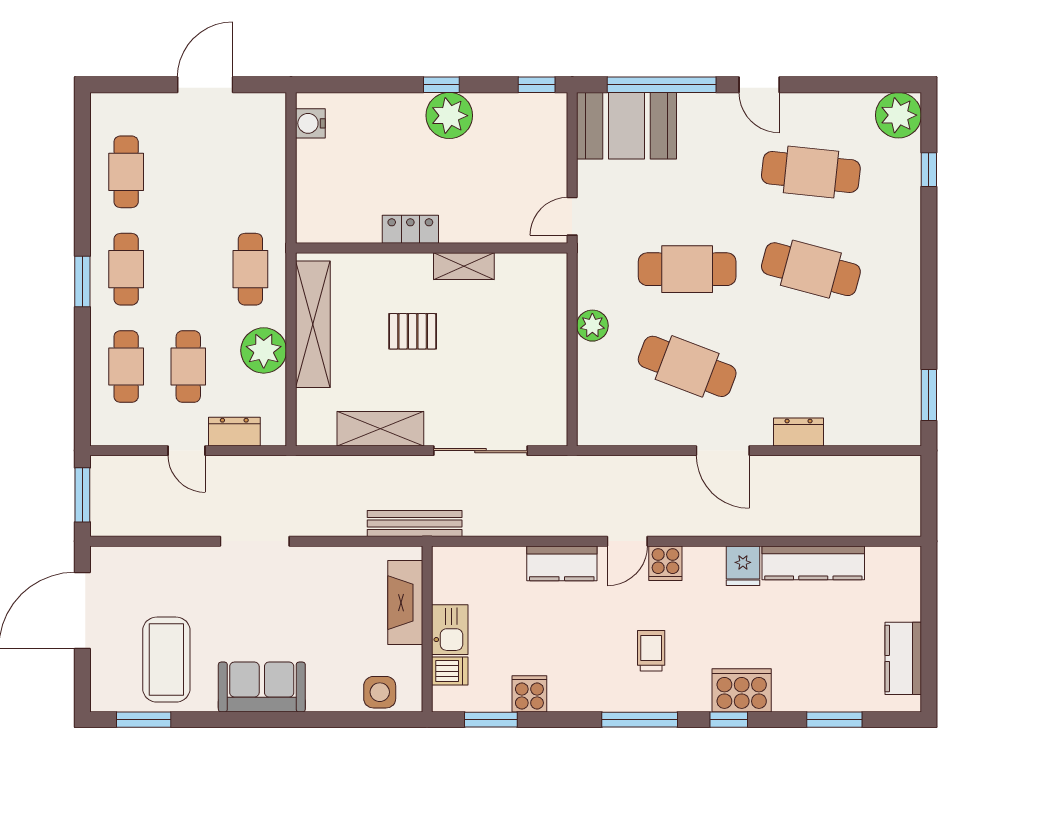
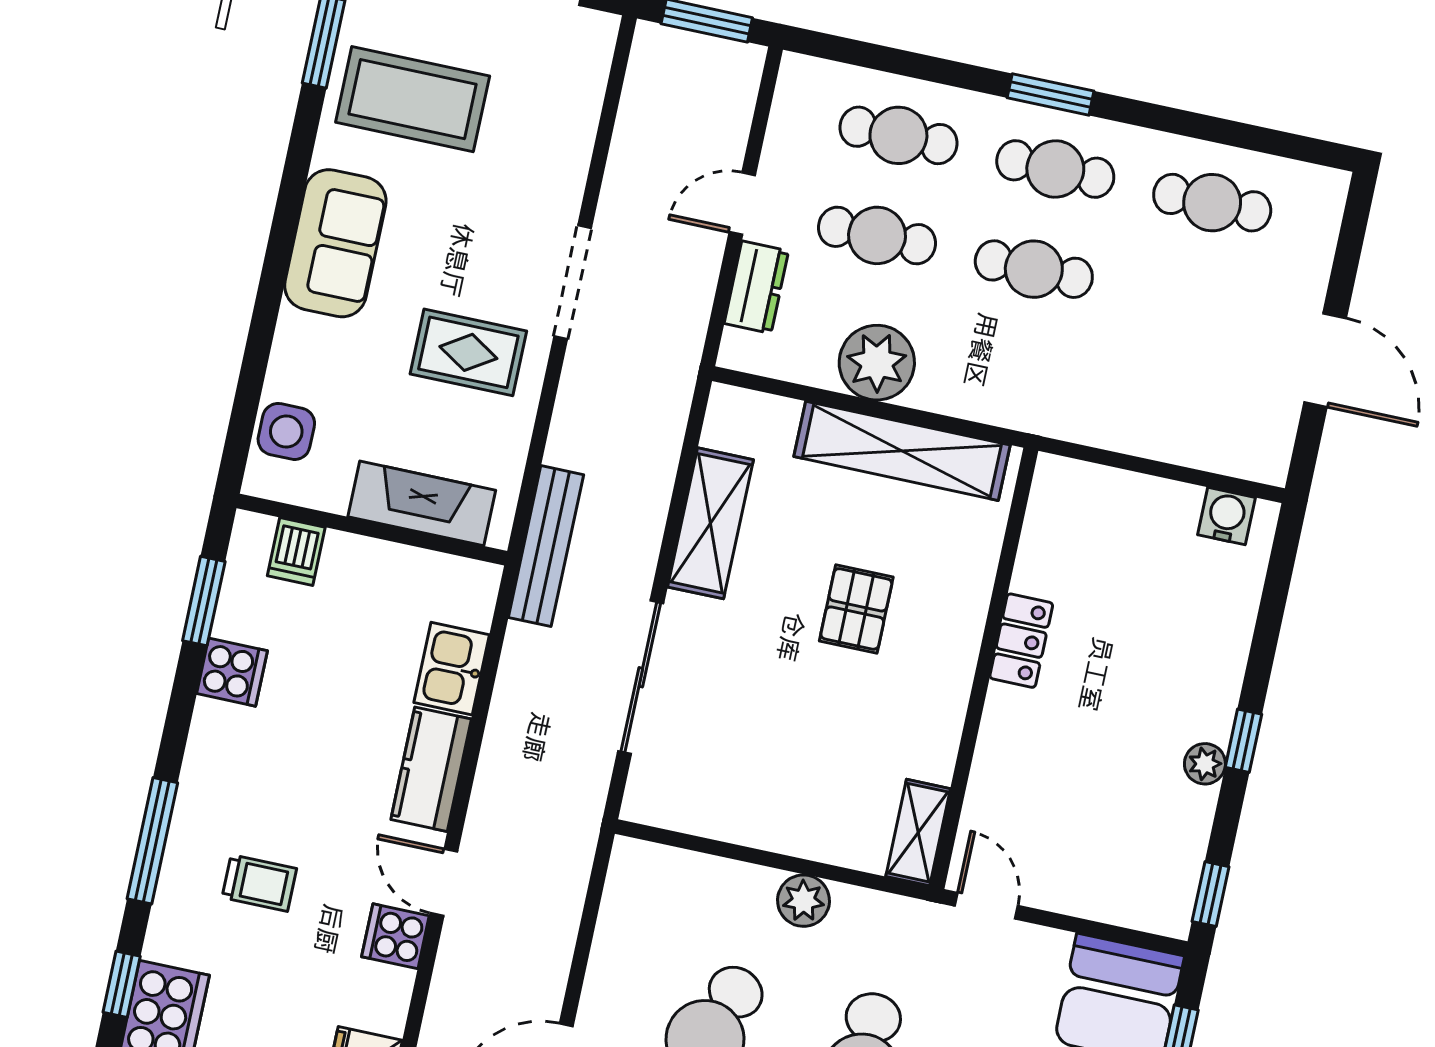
plant: (449, 116) -> (1205, 764), width x0.53, depth x0.53
shelving: (464, 266) -> (918, 833), moved
cafe table: (250, 269) -> (1034, 269), moved
rug: (310, 594) -> (468, 352), added
kitchen sink: (450, 630) -> (452, 669), moved, turned 90

